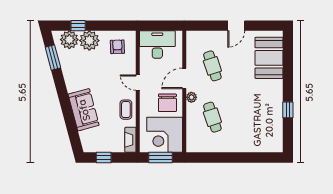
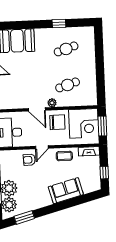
armchair: (117, 47) -> (29, 160), moved
cafe table: (212, 66) -> (66, 49), moved

